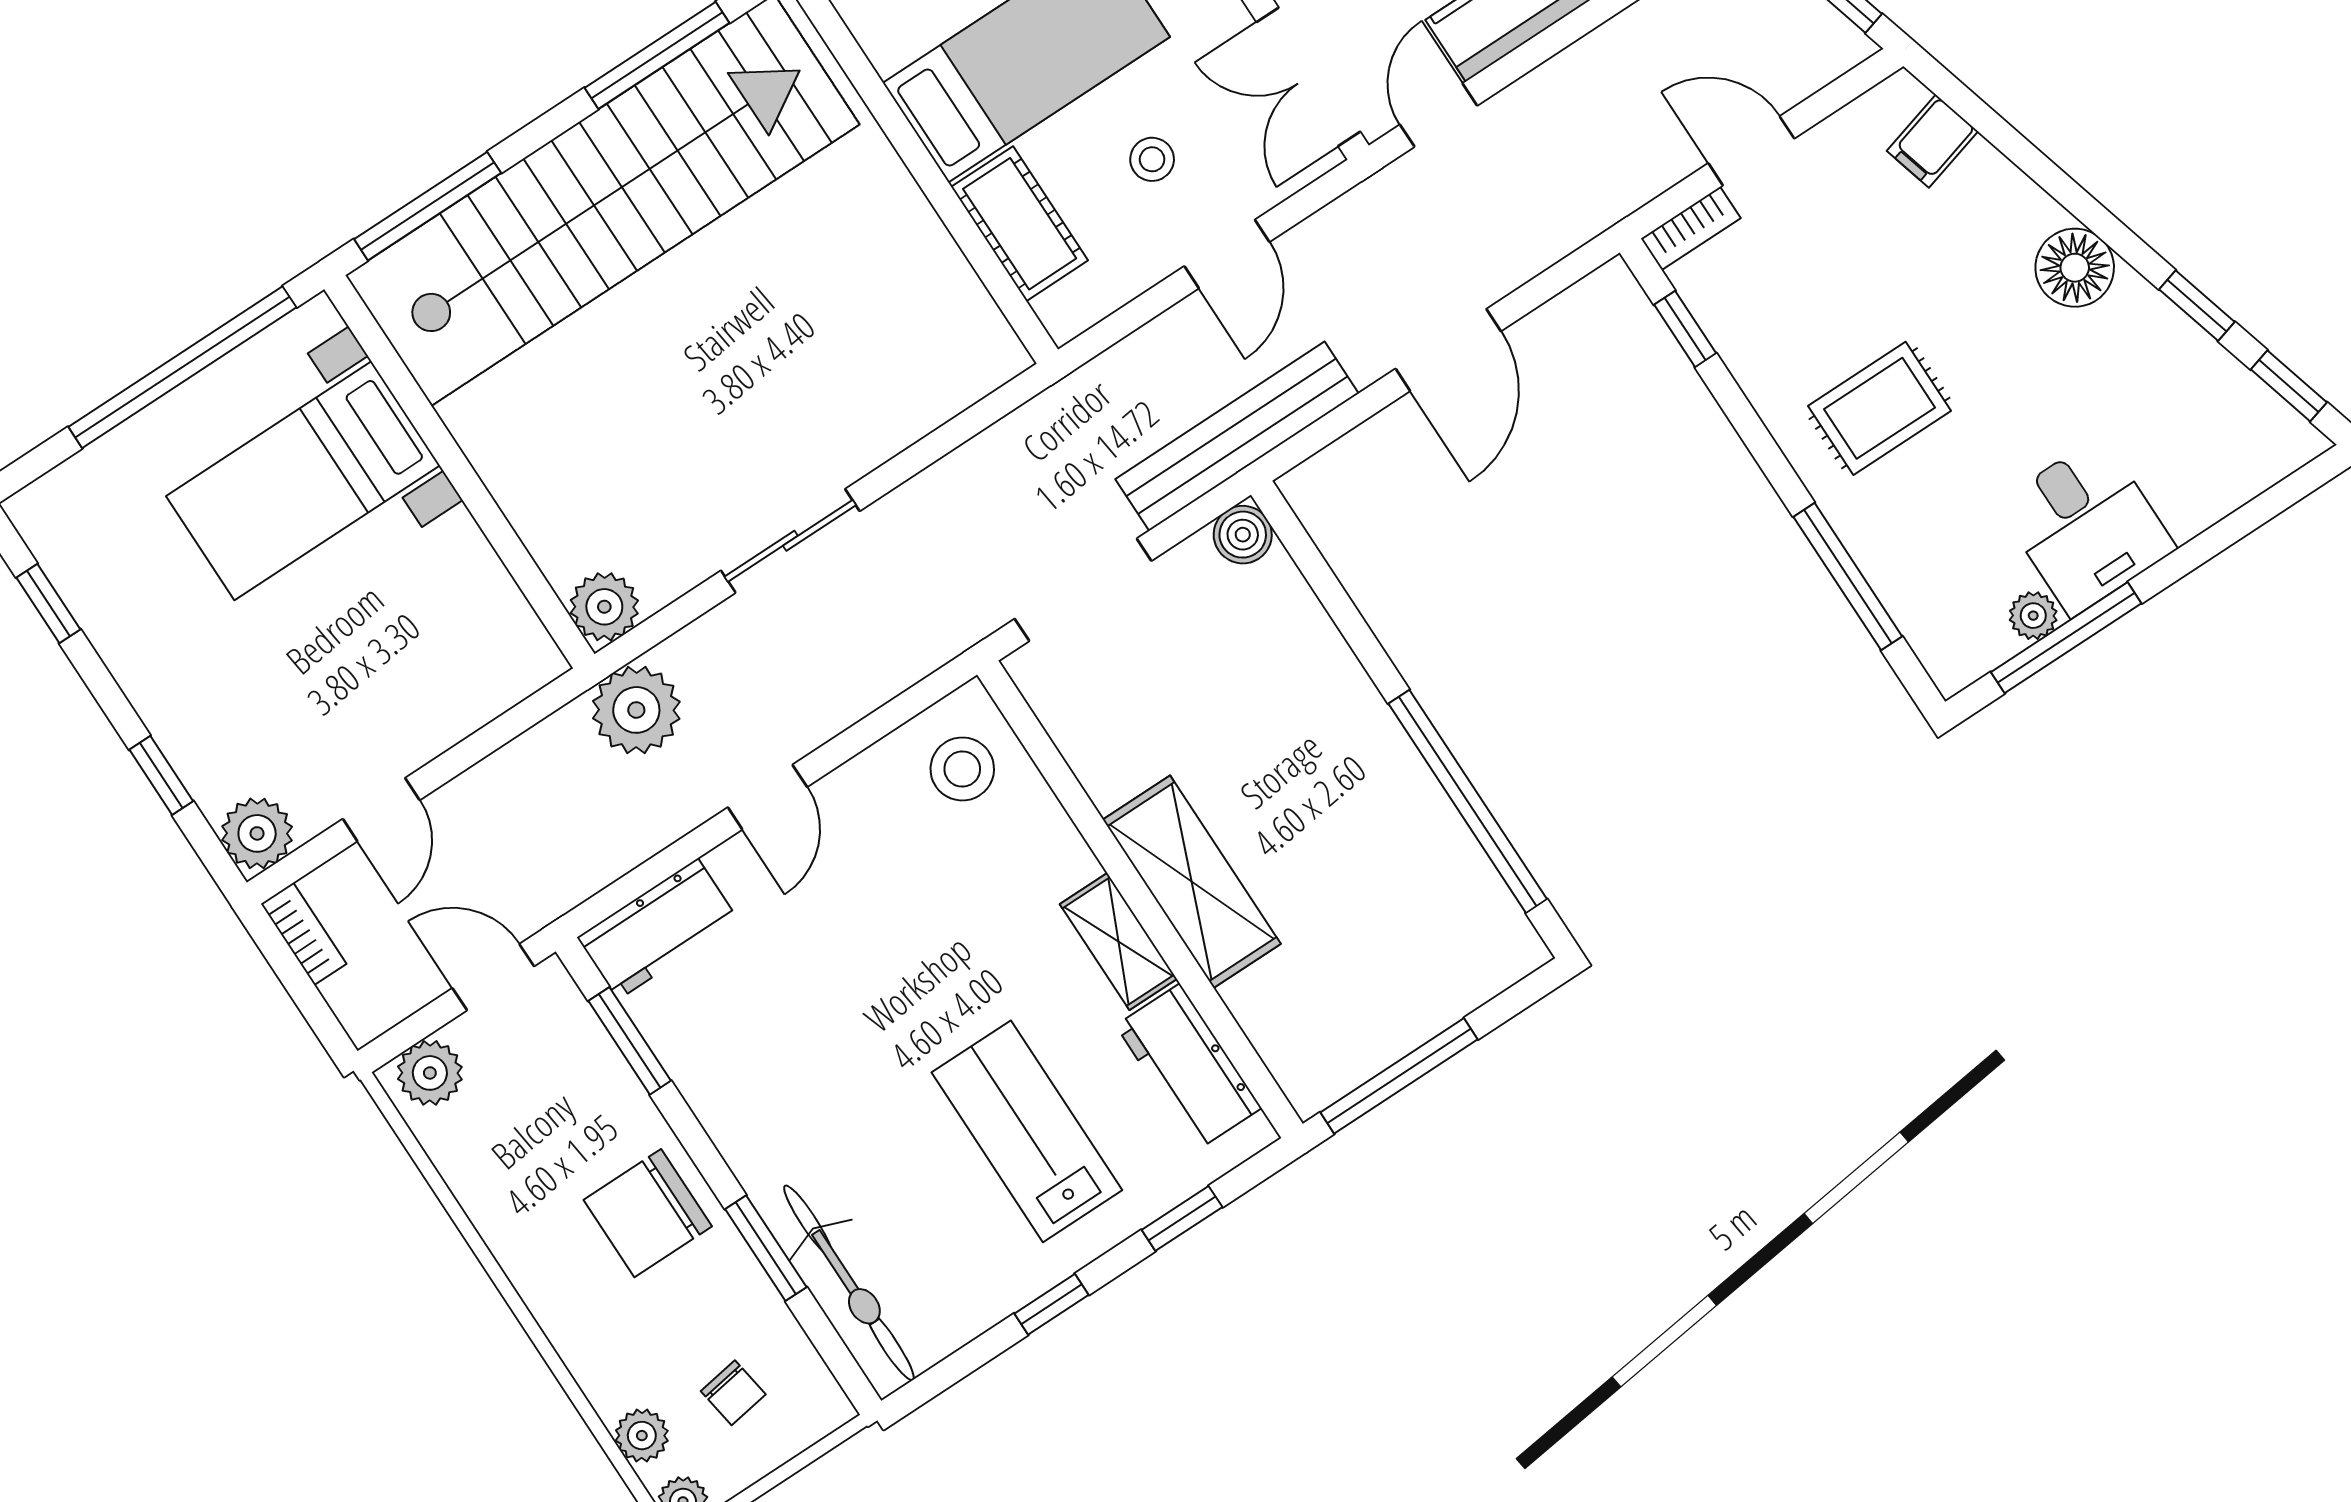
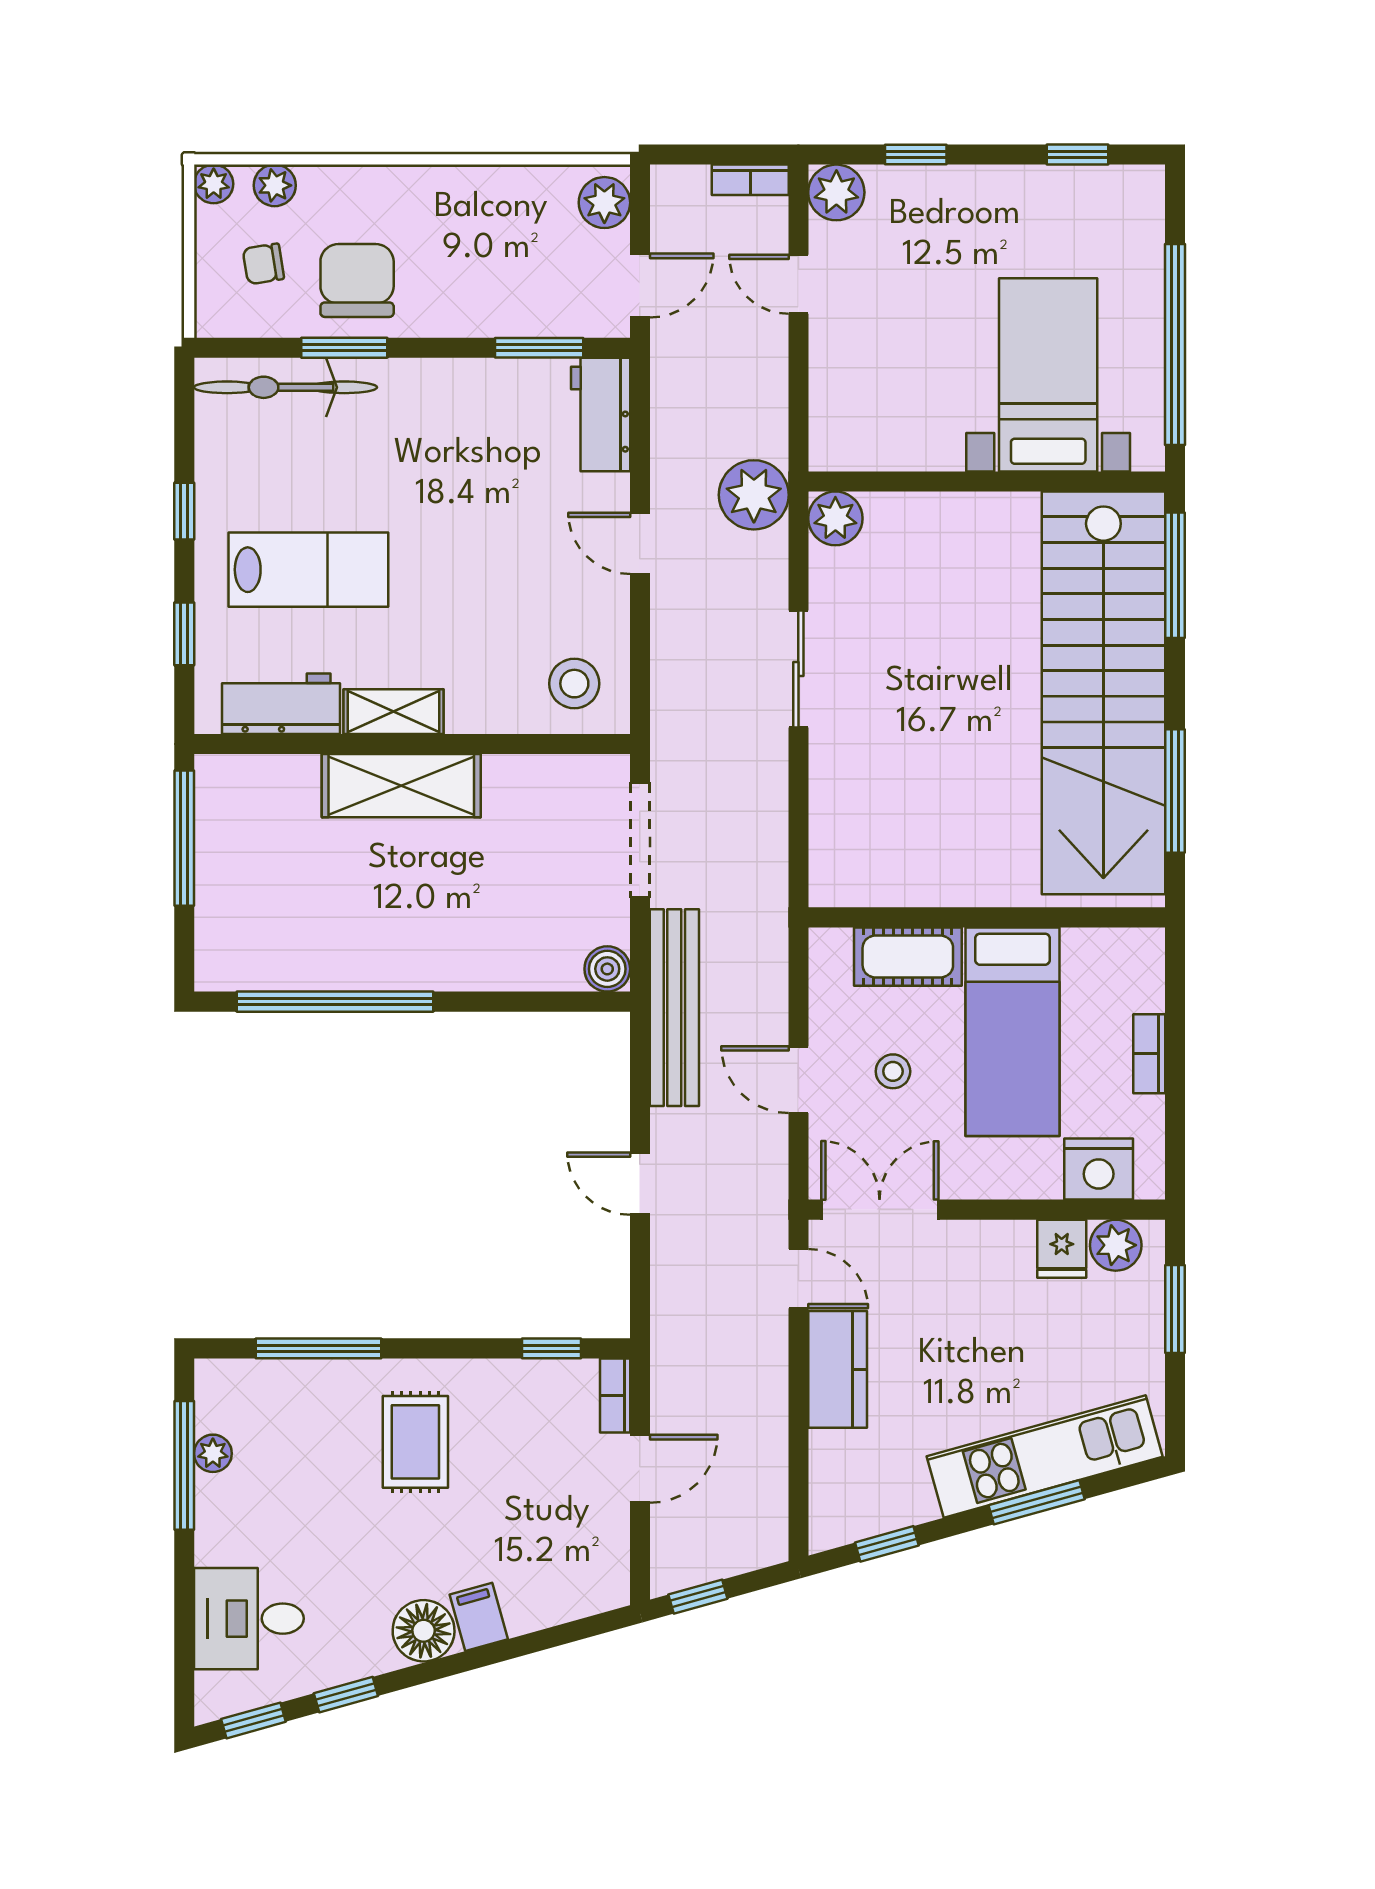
filing cabinet: (1932, 141) -> (479, 1617), moved
door: (1448, 350) -> (640, 1184), width x0.73
desk: (2086, 526) -> (249, 1619), moved
chair: (648, 1213) -> (357, 280), moved

